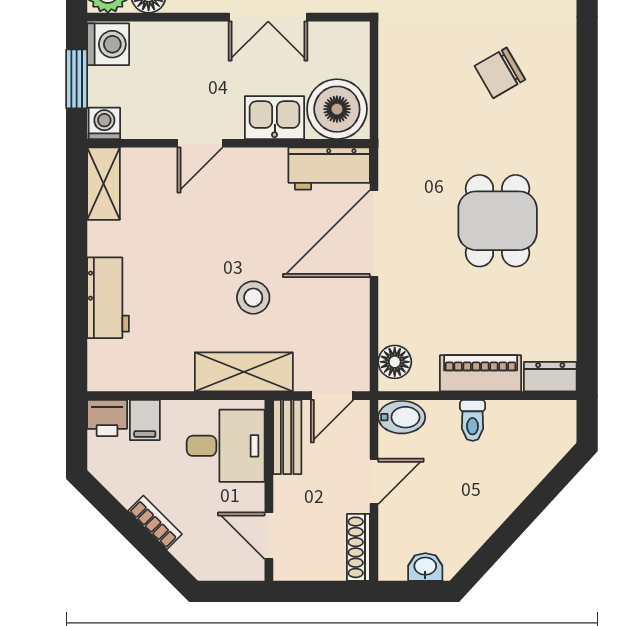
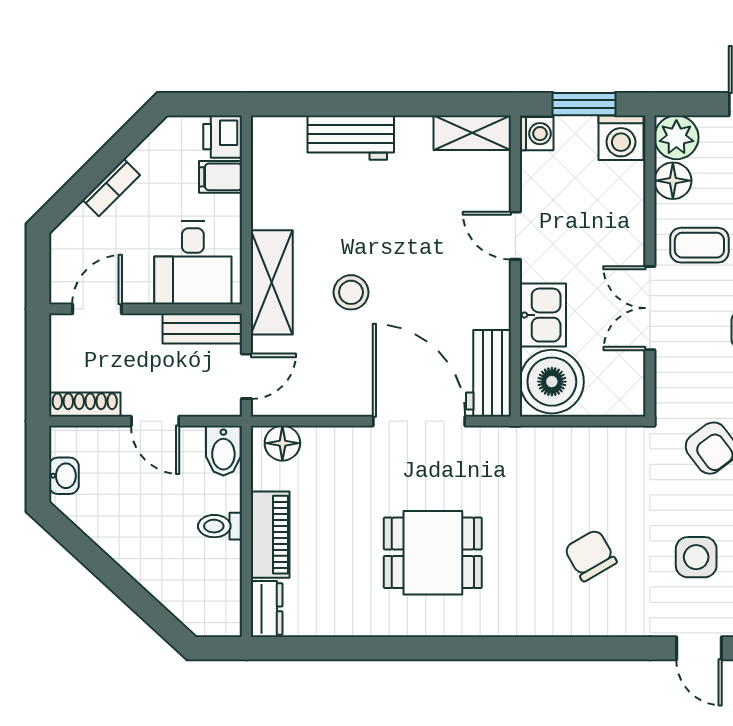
door: (332, 396) -> (246, 376), swing flipped

